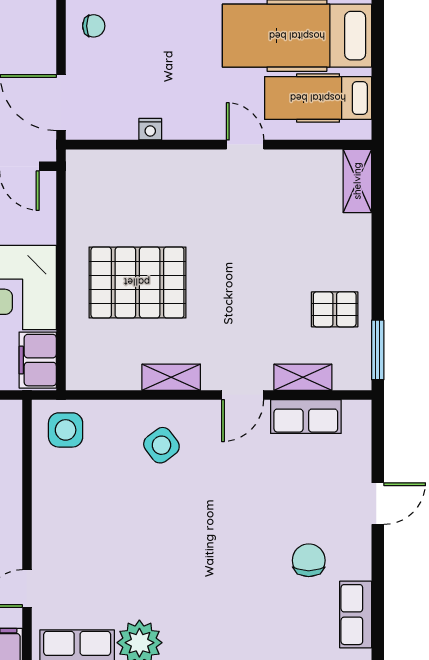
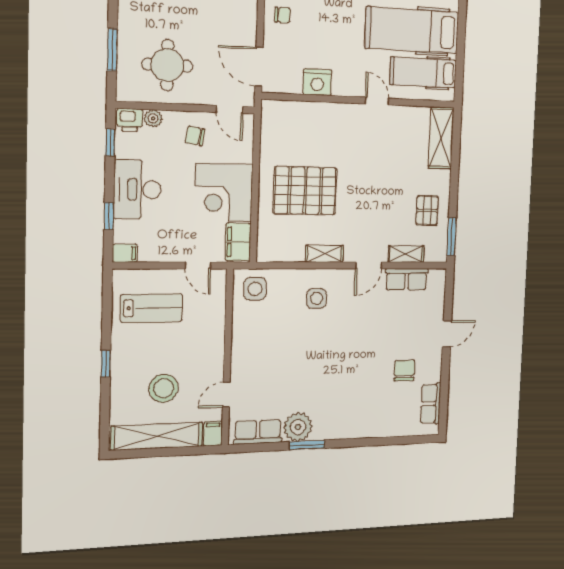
nightstand: (150, 129) -> (317, 82), width x1.89, depth x1.79
shelving: (357, 181) -> (441, 138), width x1.50, depth x1.33
pallet: (335, 309) -> (427, 211), turned 90
side table: (161, 445) -> (317, 298), turned 37

